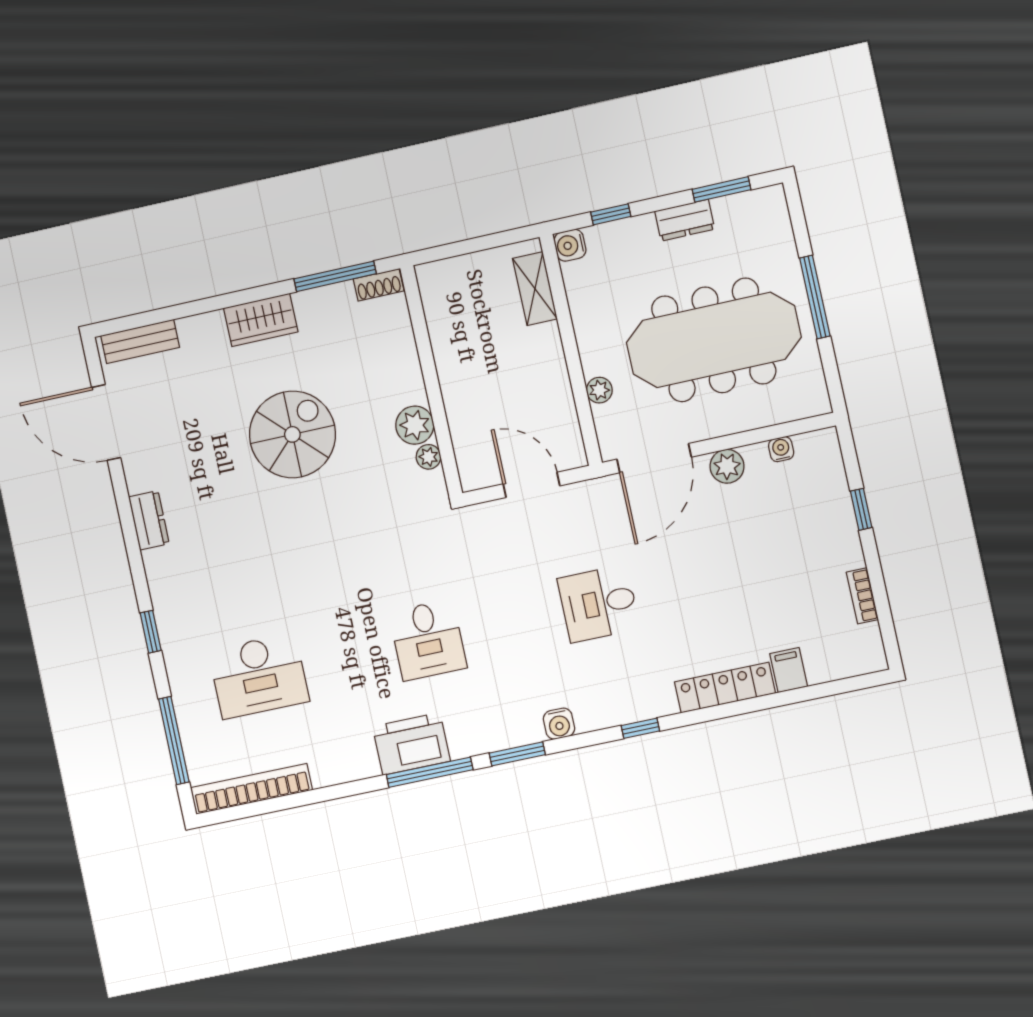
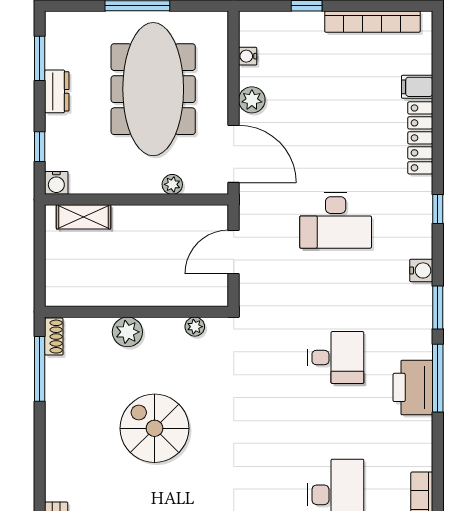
wardrobe: (261, 320) -> (60, 434), removed
plant: (415, 425) -> (127, 332), moved
bookcase: (862, 596) -> (372, 22), width x2.31, depth x1.31
desk: (599, 604) -> (336, 220), width x1.37

